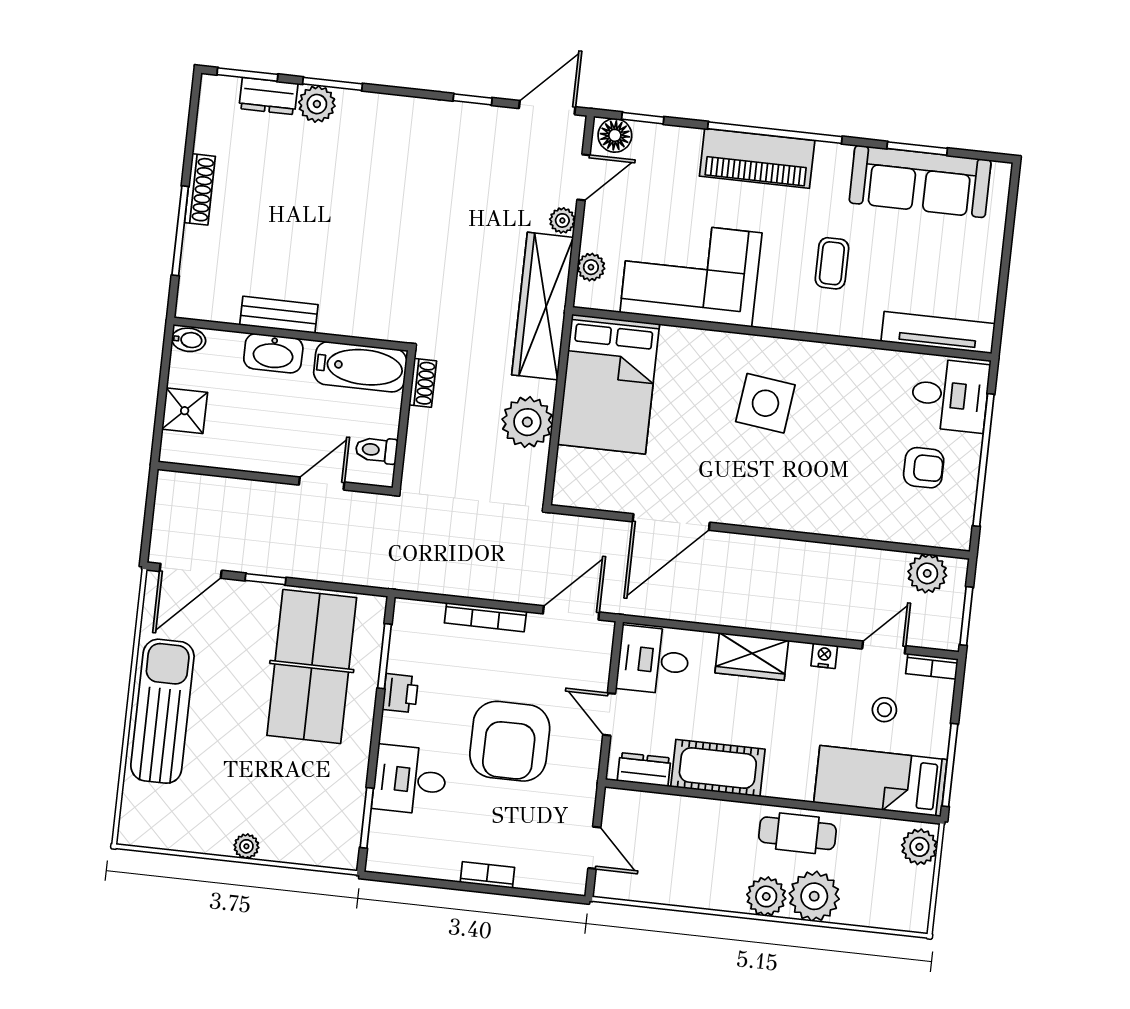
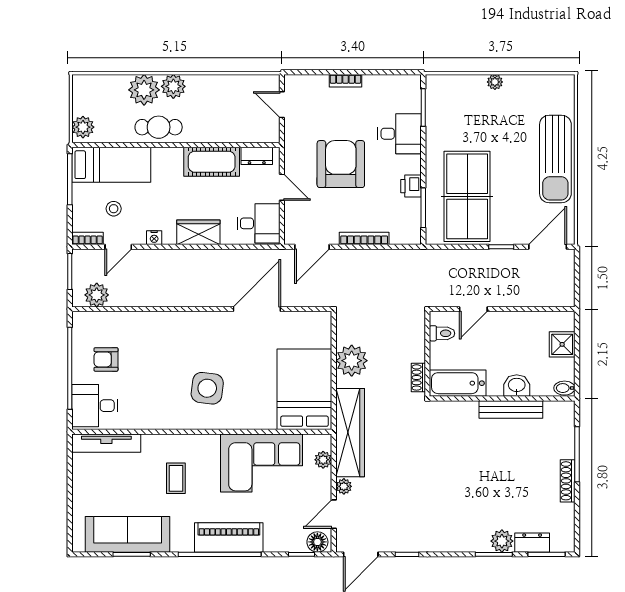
bench: (279, 315) -> (511, 409), width x1.36
washbasin: (273, 353) -> (517, 386), width x0.72

